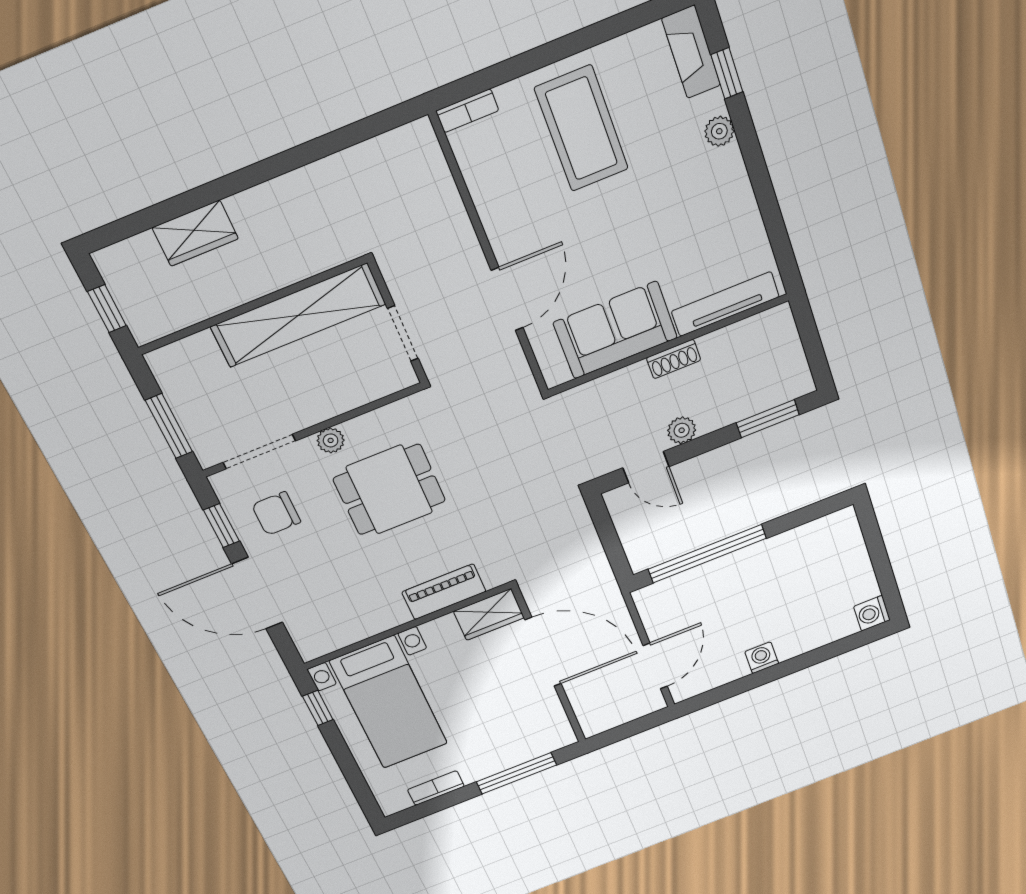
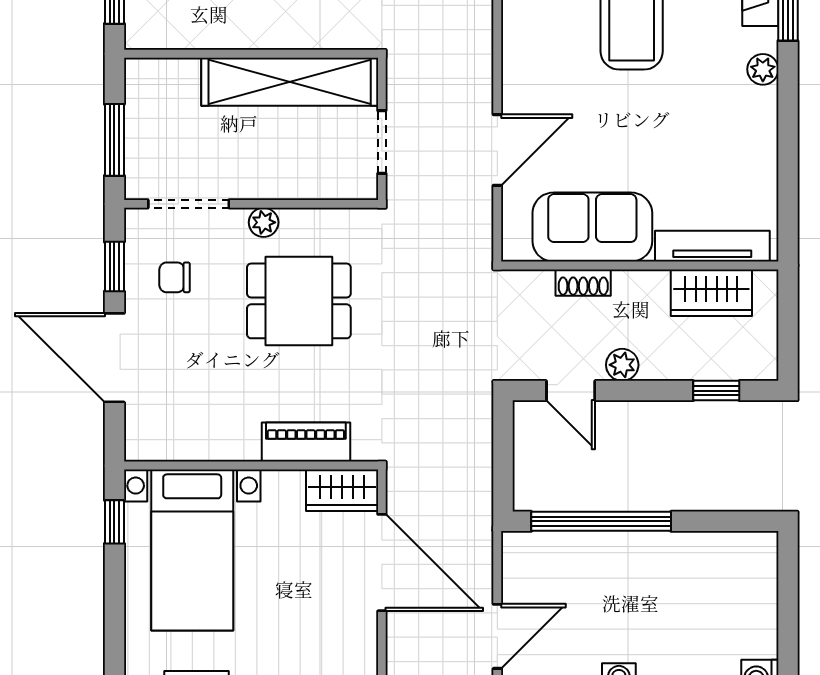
wardrobe: (737, 343) -> (711, 293), added
shoe rack: (674, 359) -> (583, 283), moved
window: (768, 419) -> (716, 391), width x0.67
chair: (276, 514) -> (175, 277), width x0.73, depth x0.73

